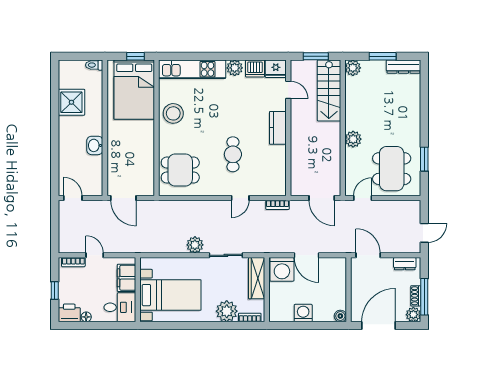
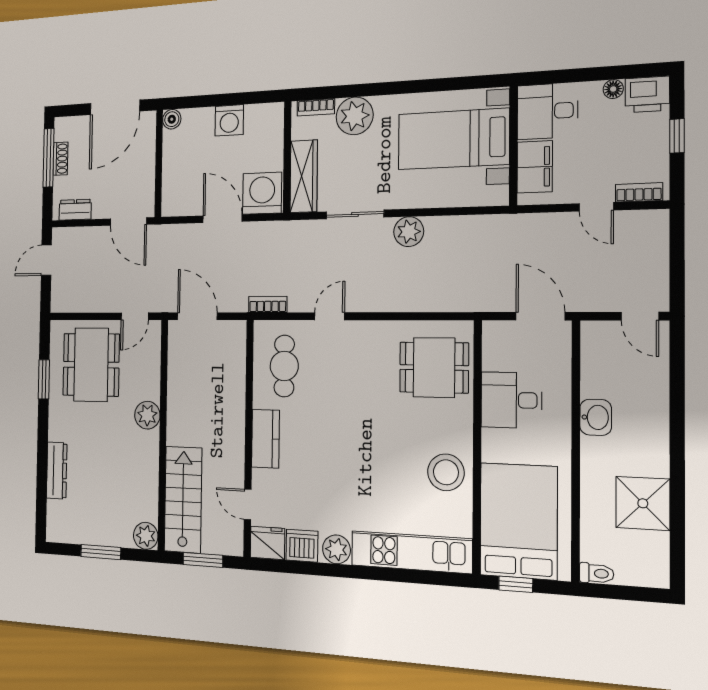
dresser: (404, 67) -> (57, 471), moved, turned 90
desk: (138, 153) -> (511, 400), added
cafe table: (233, 154) -> (284, 366), moved
plant: (413, 315) -> (65, 128), removed

